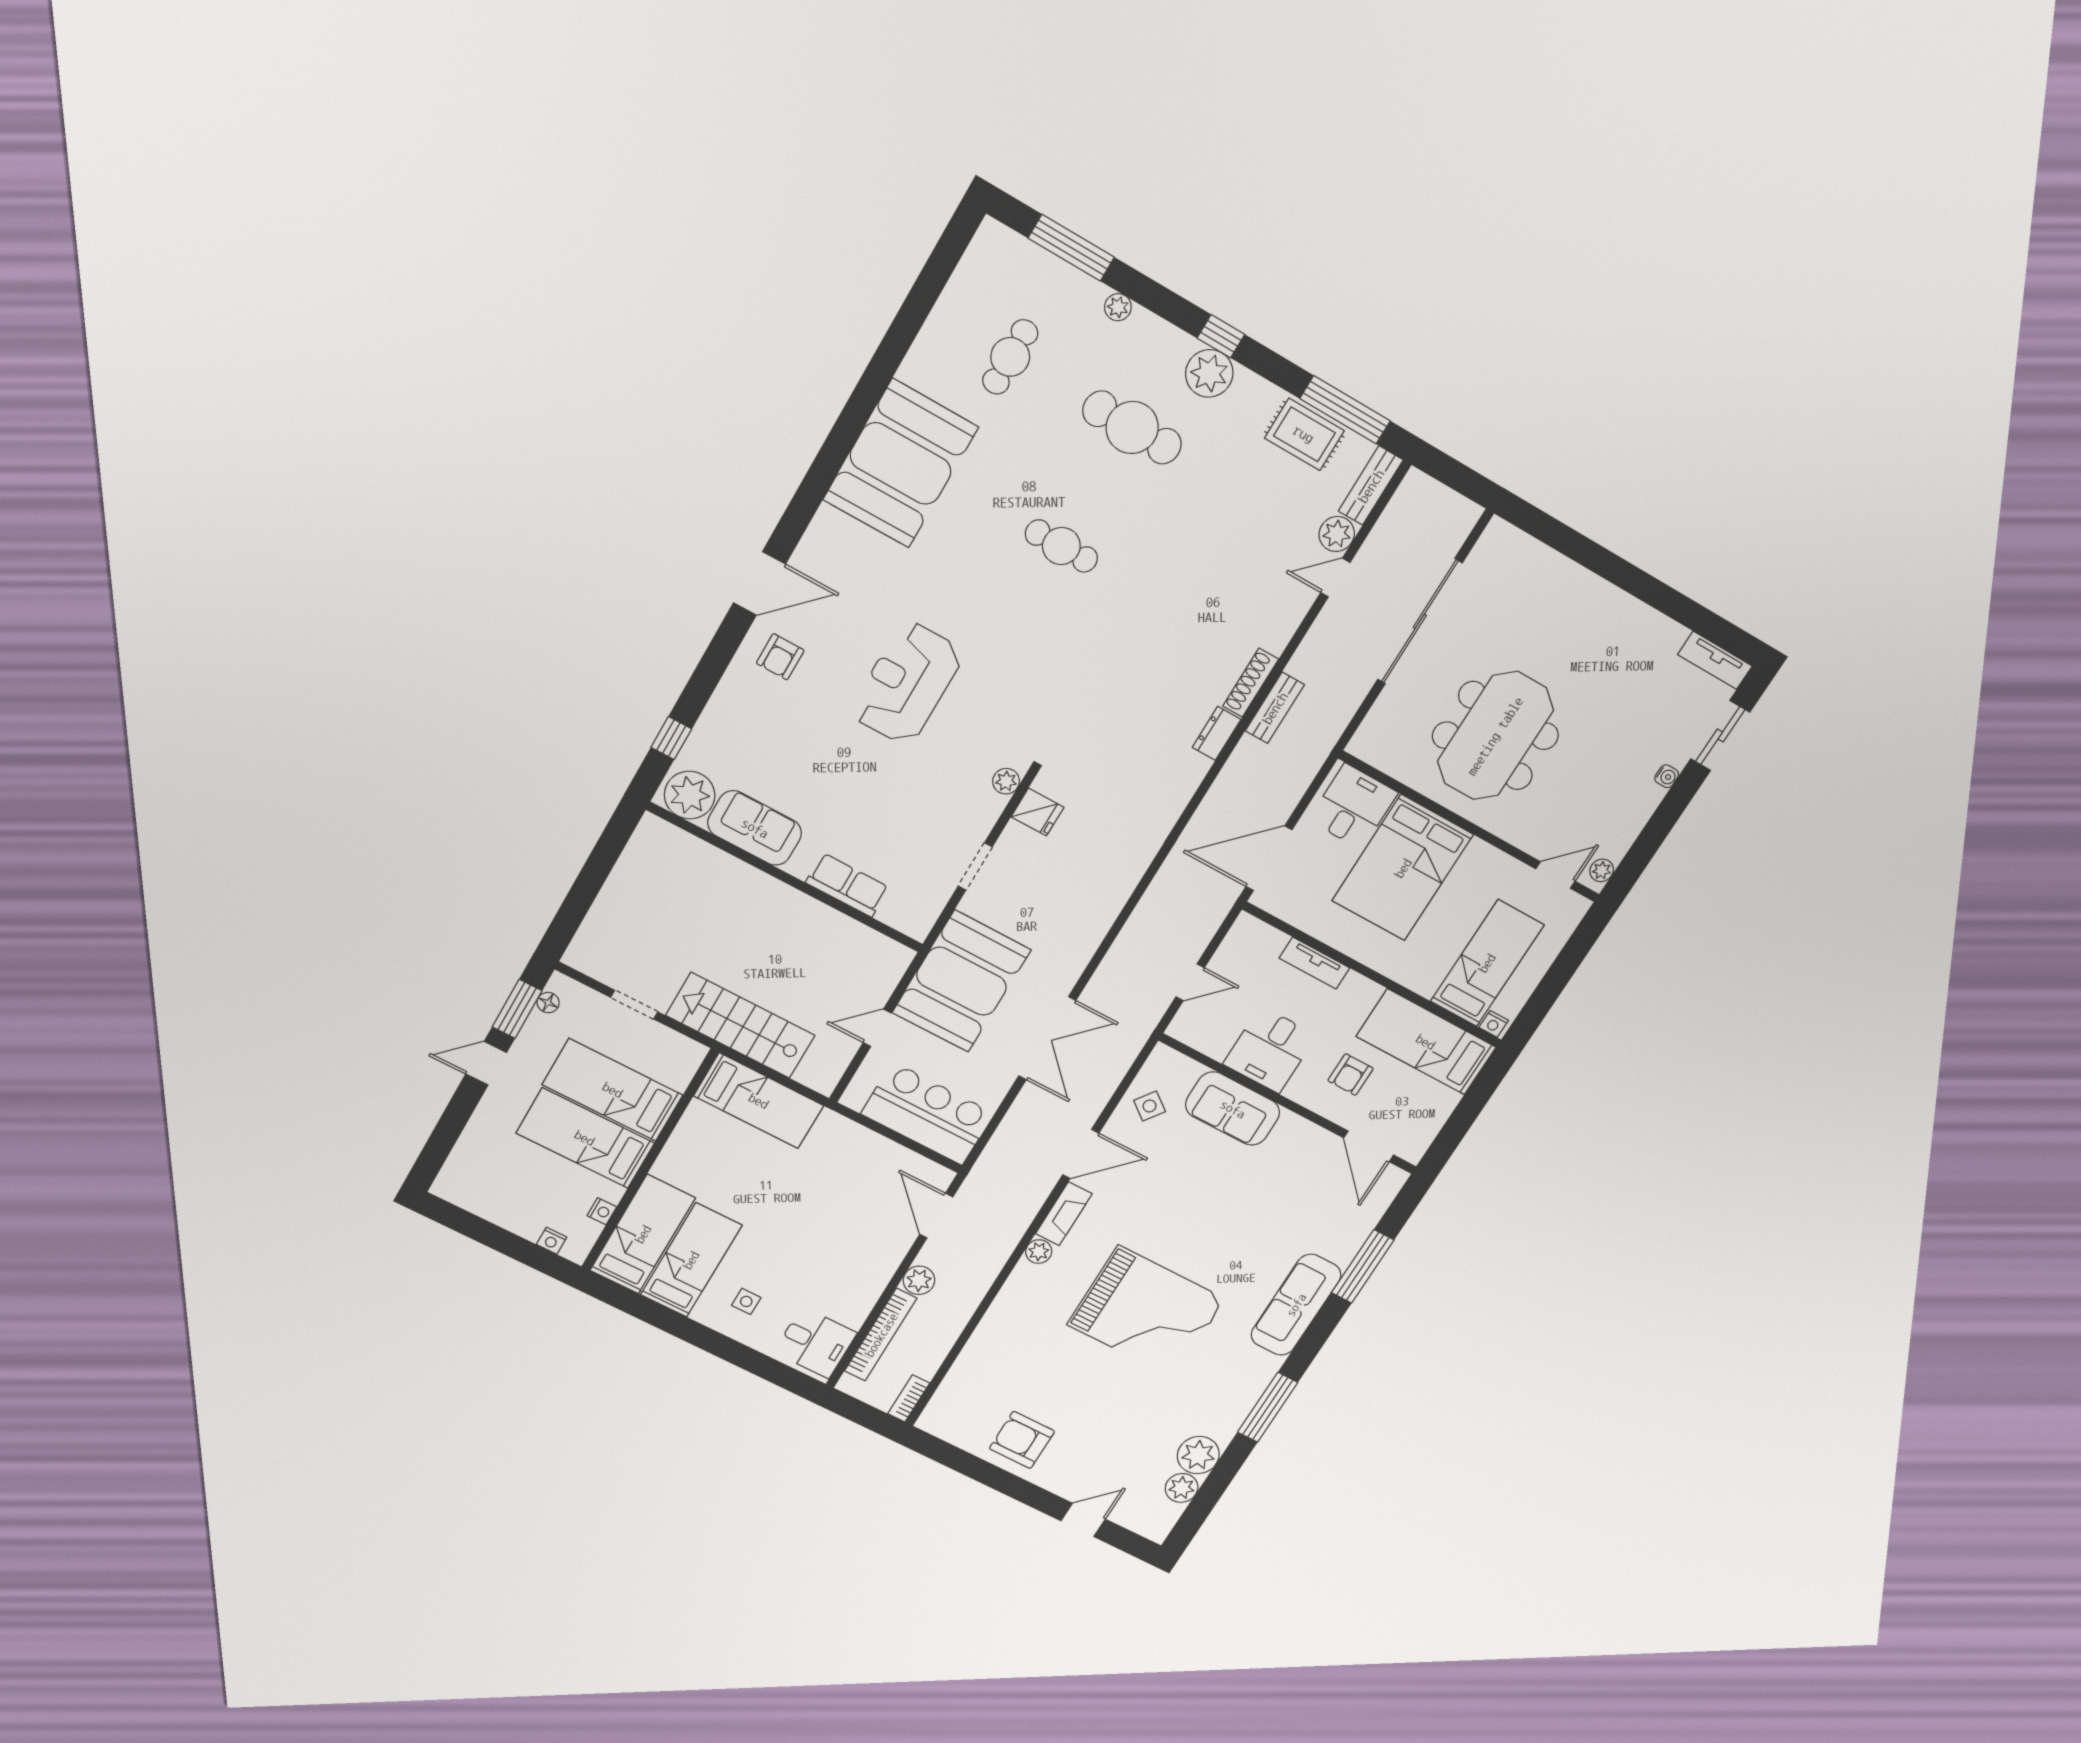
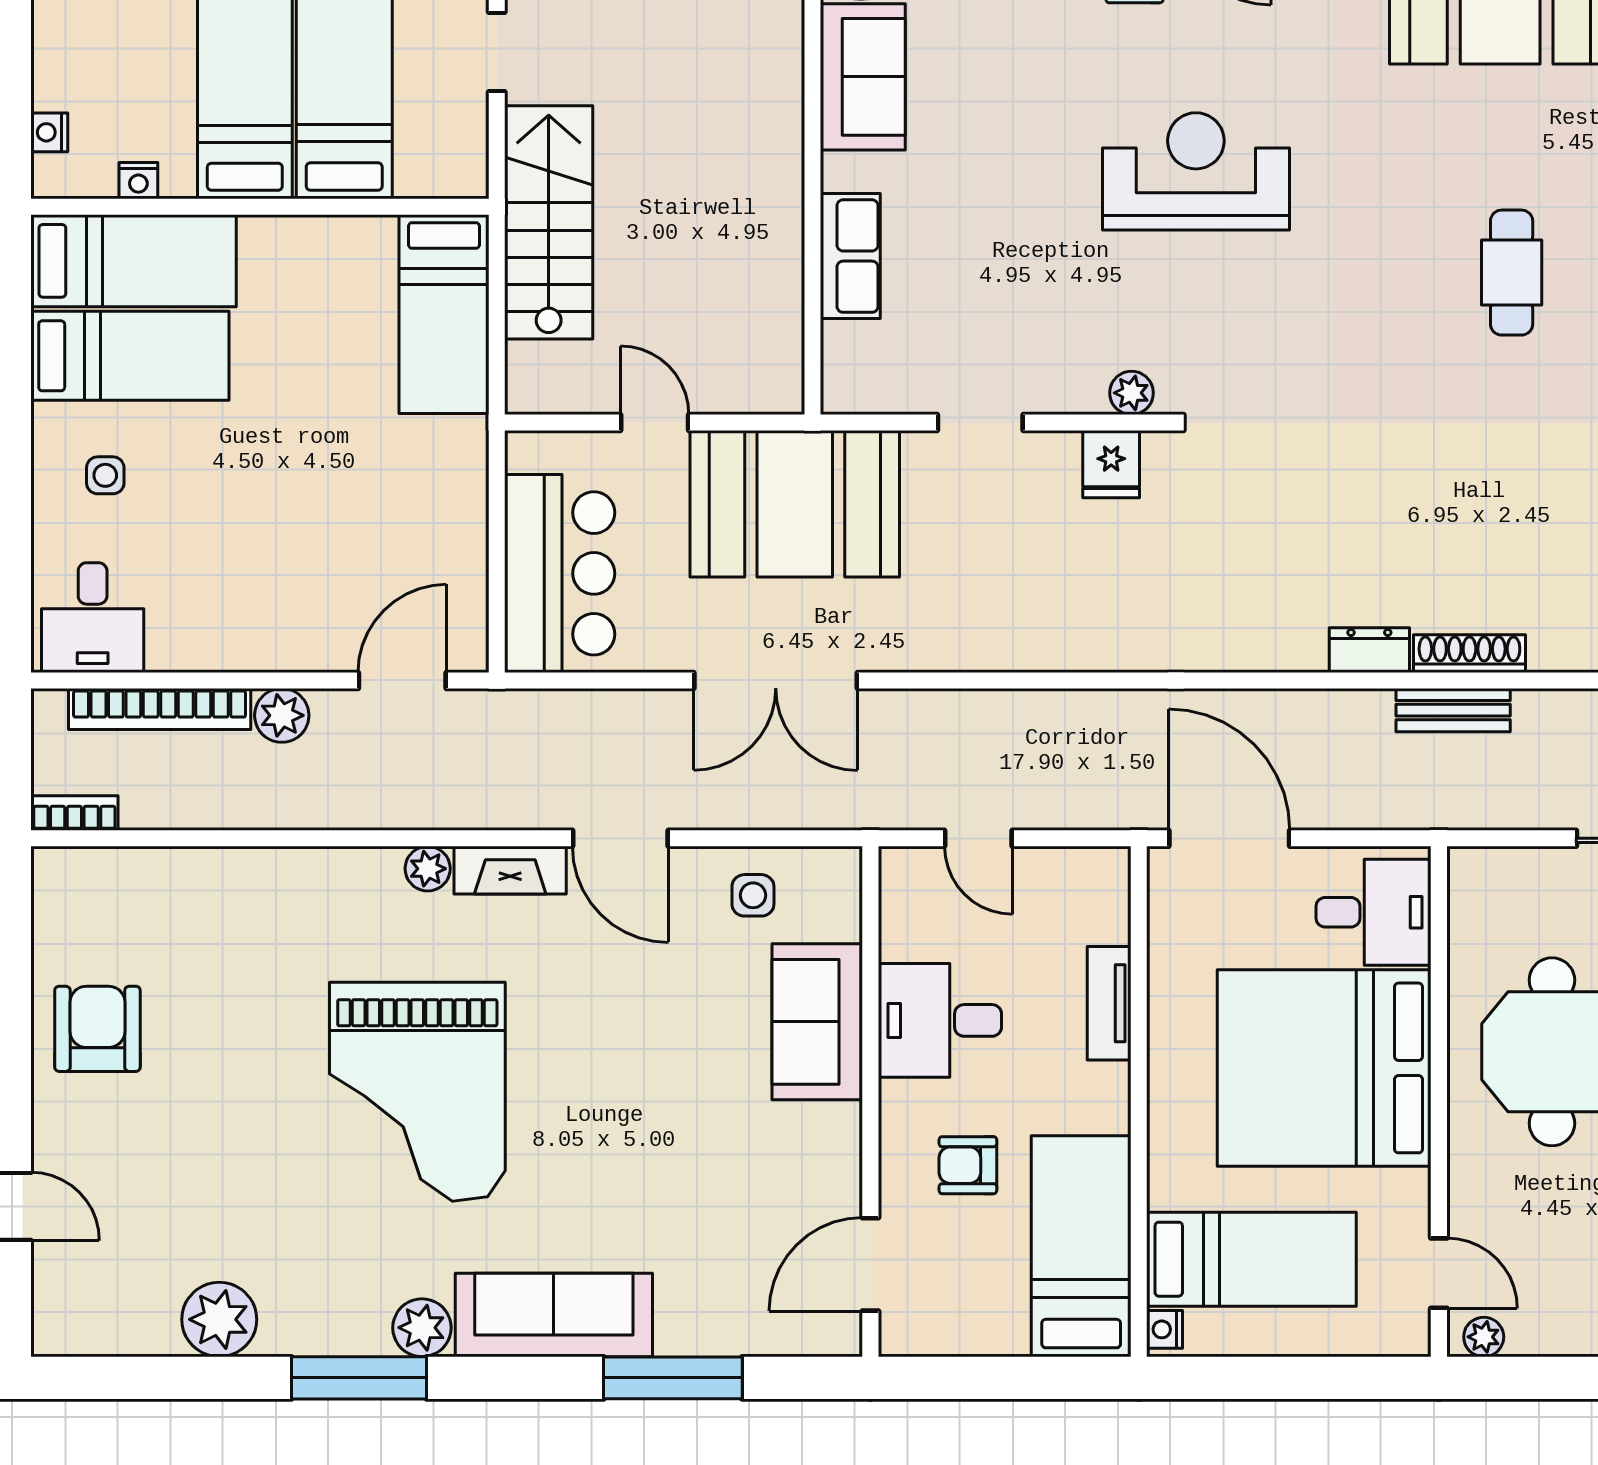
bed: (1403, 868) -> (1324, 1068), width x1.36
side table: (1150, 1106) -> (753, 895), turned -37
plant: (1182, 1488) -> (422, 1328), moved

